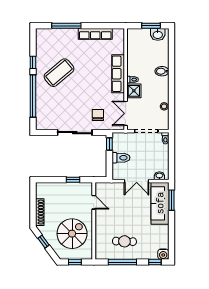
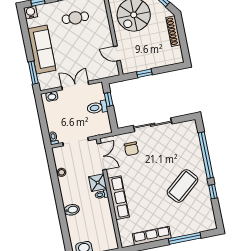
window: (109, 144) -> (109, 99), moved
sofa: (160, 203) -> (42, 50), moved

